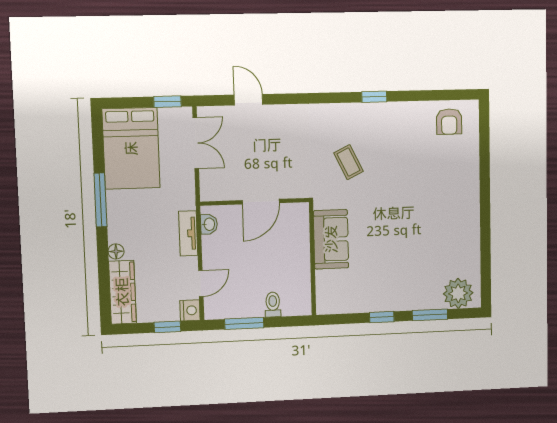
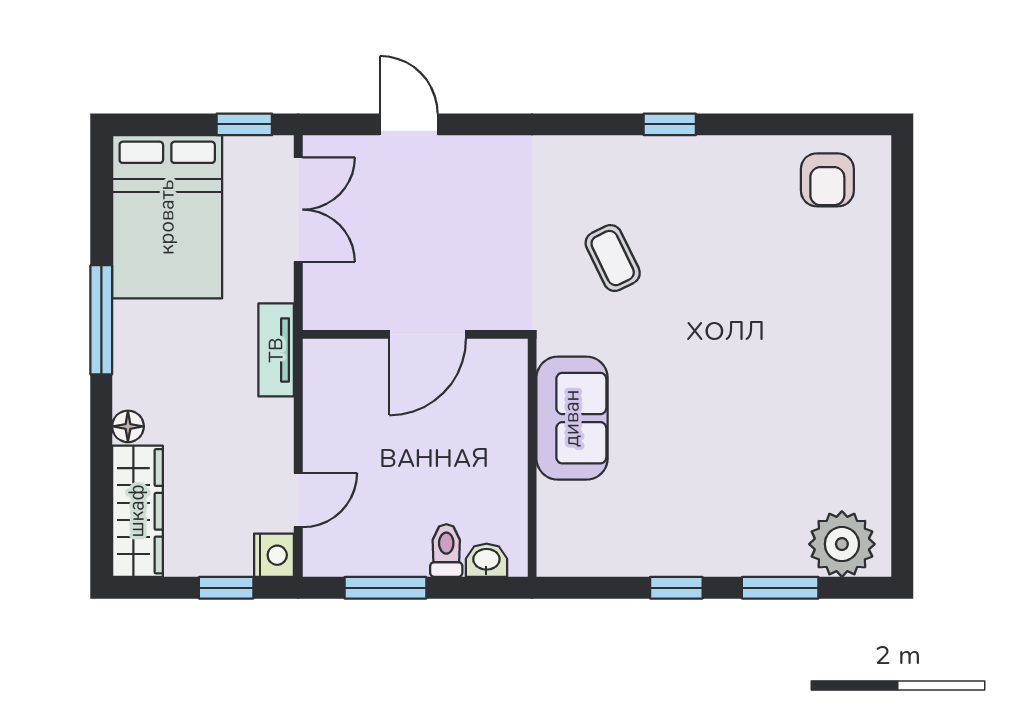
washbasin: (209, 224) -> (486, 560), moved, turned -90
tv unit: (188, 233) -> (276, 350), moved

